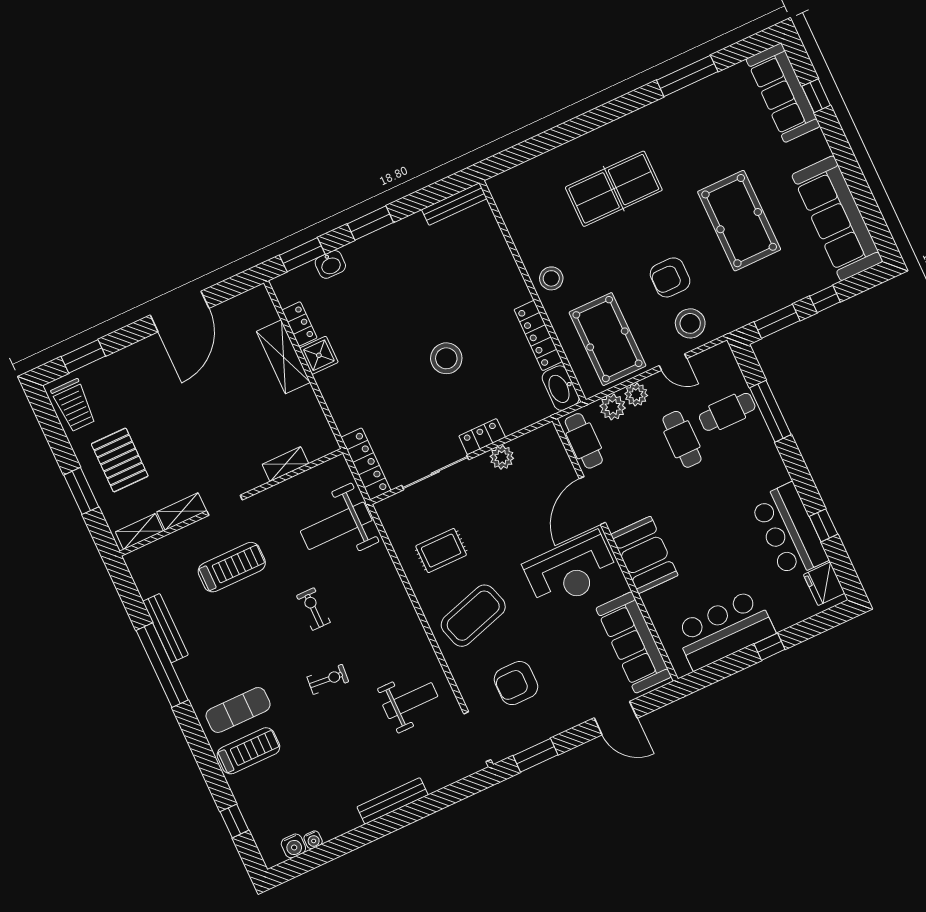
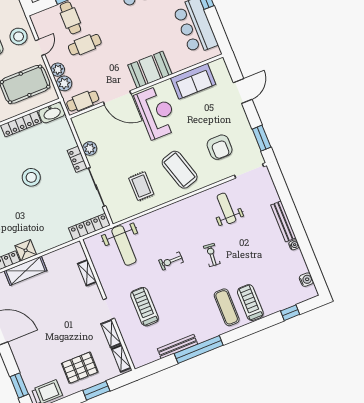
sofa: (634, 642) -> (193, 81), width x0.73
water cooler: (313, 840) -> (294, 245), moved

